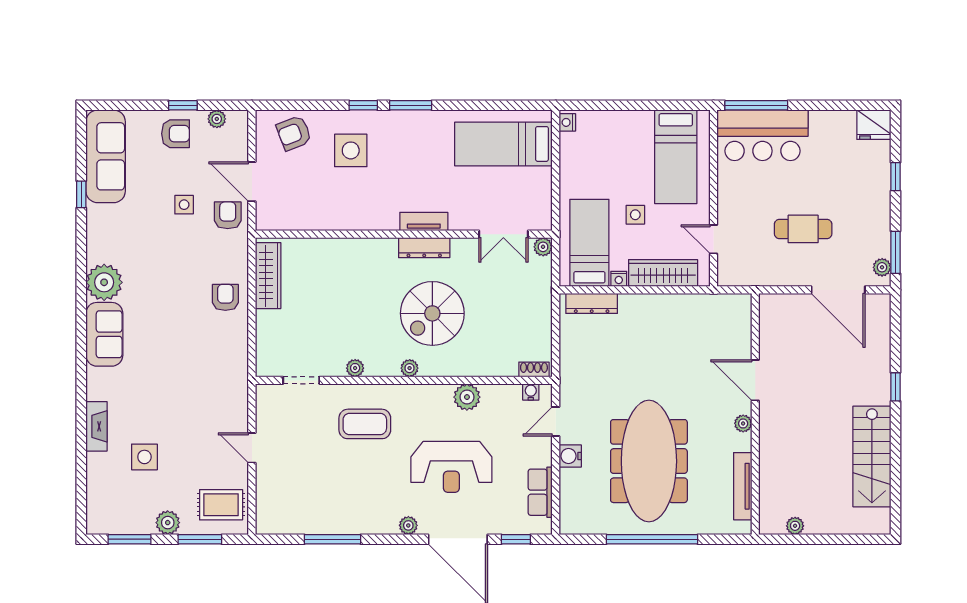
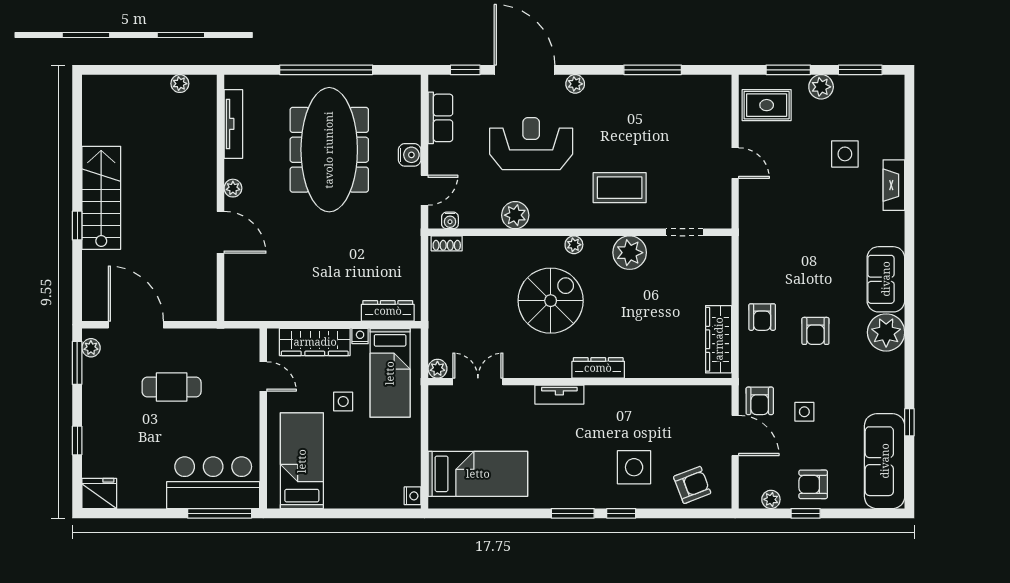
dresser: (424, 248) -> (598, 368), moved
armchair: (173, 284) -> (815, 331), added
plant: (355, 368) -> (630, 253), width x1.87, depth x1.87
stairs: (872, 456) -> (101, 198), moved

